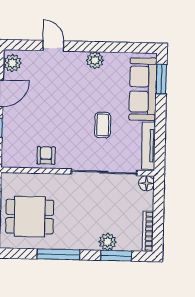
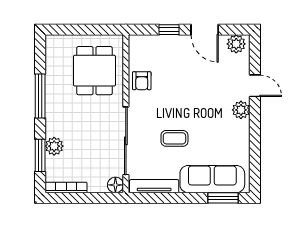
door: (53, 46) -> (255, 86), hinge flipped
plant: (95, 60) -> (241, 110), moved
armchair: (46, 155) -> (142, 81), turned 90
dining table: (30, 217) -> (94, 71), moved

